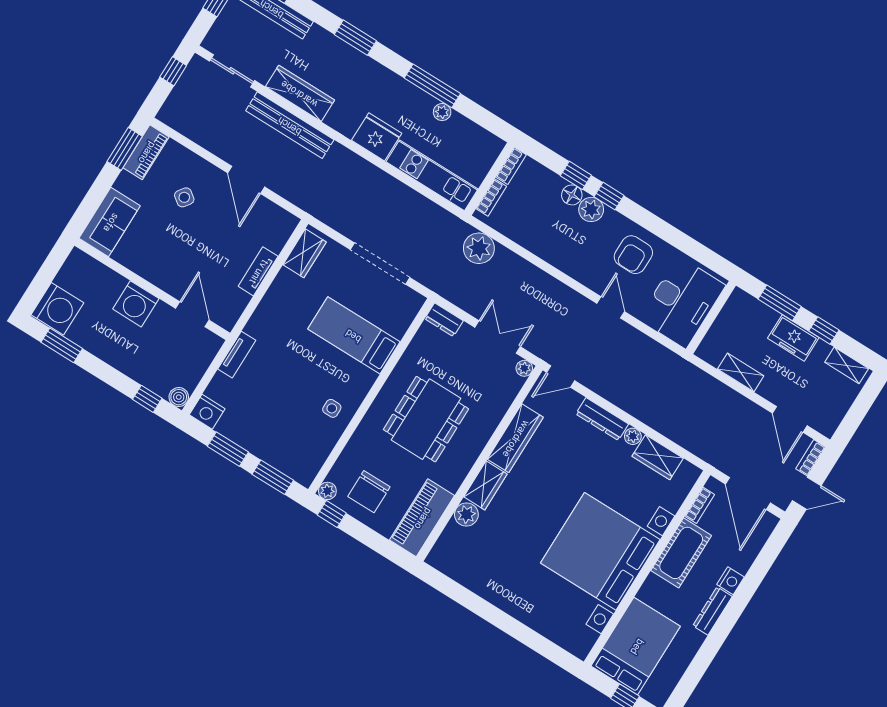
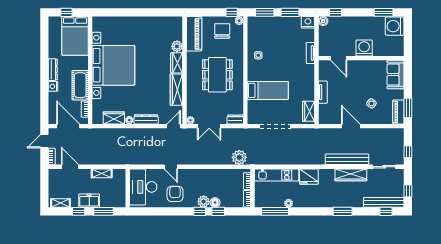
window: (432, 86) -> (275, 211), moved

